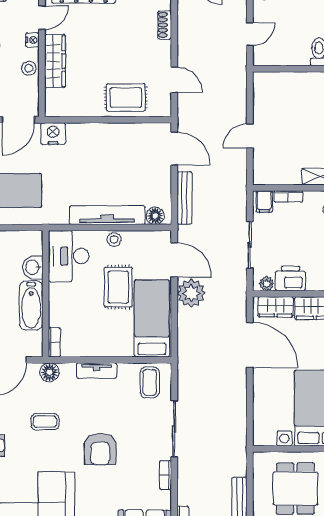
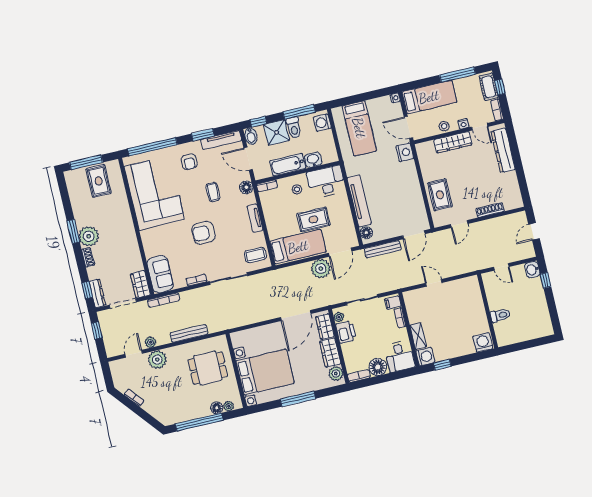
shoe rack: (165, 25) -> (490, 210), width x1.43
stool: (114, 240) -> (297, 189), moved

